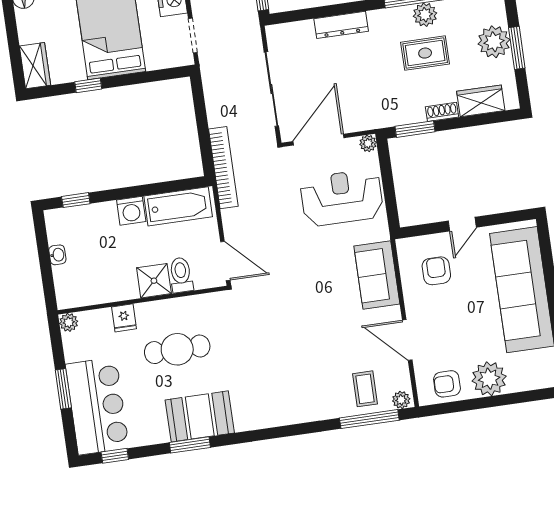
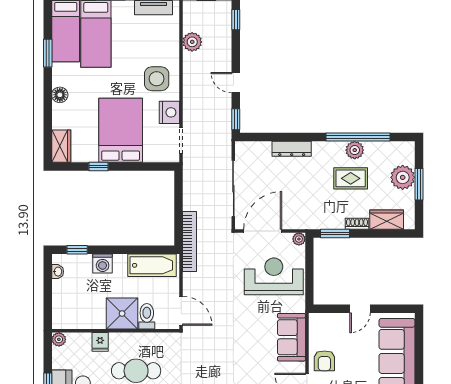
washing machine: (131, 211) -> (103, 264), moved
washbasin: (57, 255) -> (58, 272), moved
armchair: (436, 271) -> (324, 361), moved, turned 180
shower: (154, 281) -> (122, 313), width x1.36, depth x1.36

